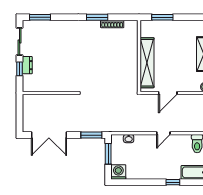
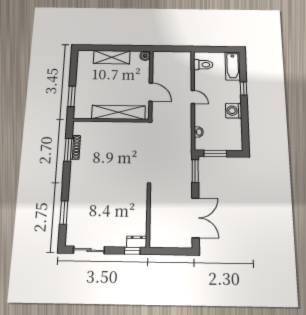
window: (40, 17) -> (64, 213), moved
window: (97, 17) -> (68, 150), moved
dresser: (27, 65) -> (137, 242), moved
window: (20, 69) -> (132, 251), moved
washing machine: (118, 172) -> (234, 111), moved

